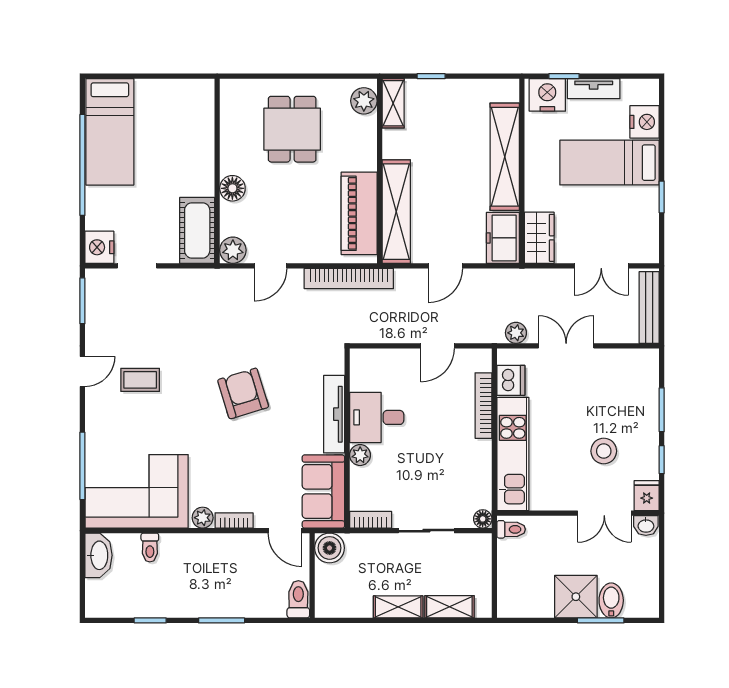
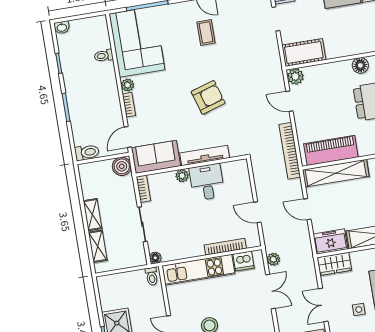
floor lamp: (232, 188) -> (360, 65), moved
side table: (618, 211) -> (359, 310), added
washbasin: (98, 555) -> (62, 27), moved, width x0.52, depth x0.69

